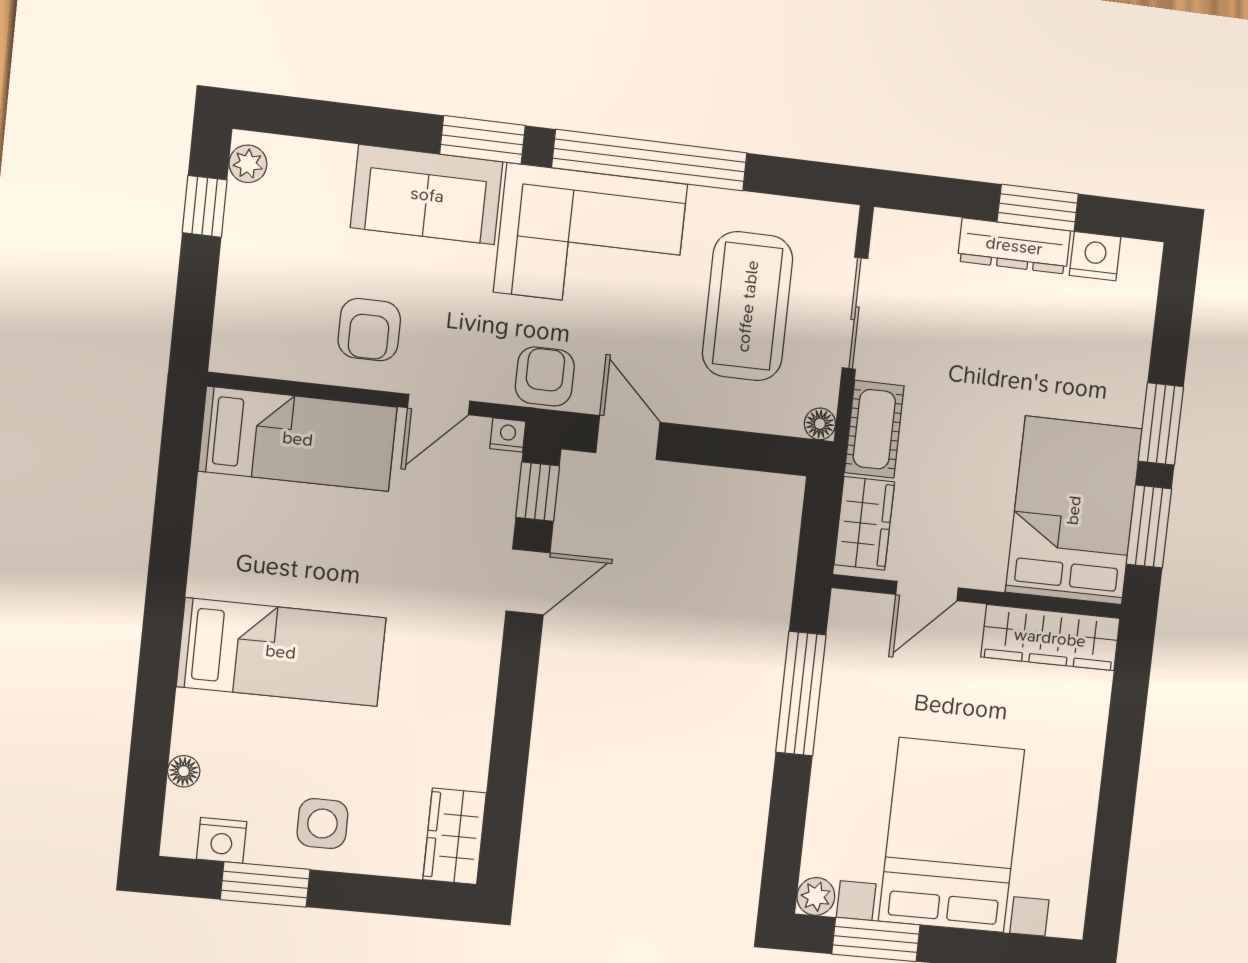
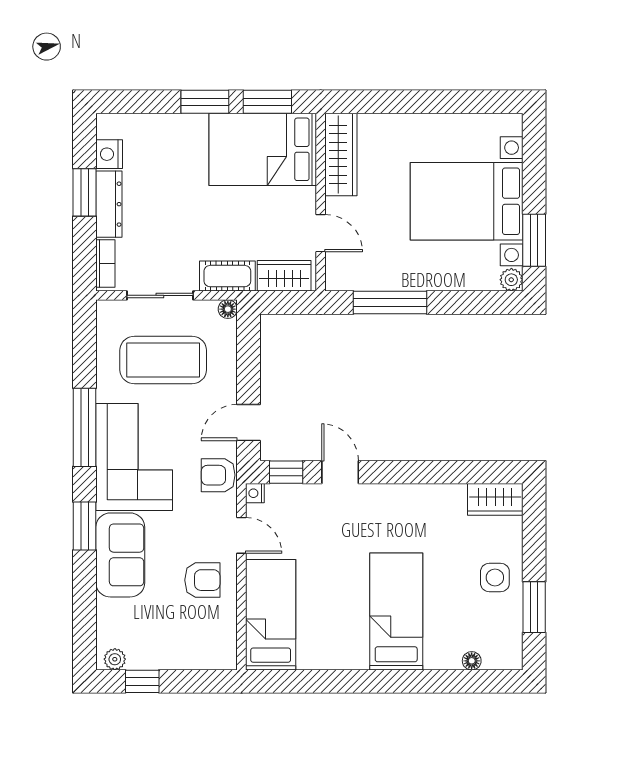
window: (650, 160) -> (85, 427), width x0.68
bookcase: (918, 228) -> (105, 264), added
nightstand: (222, 840) -> (510, 635), removed

